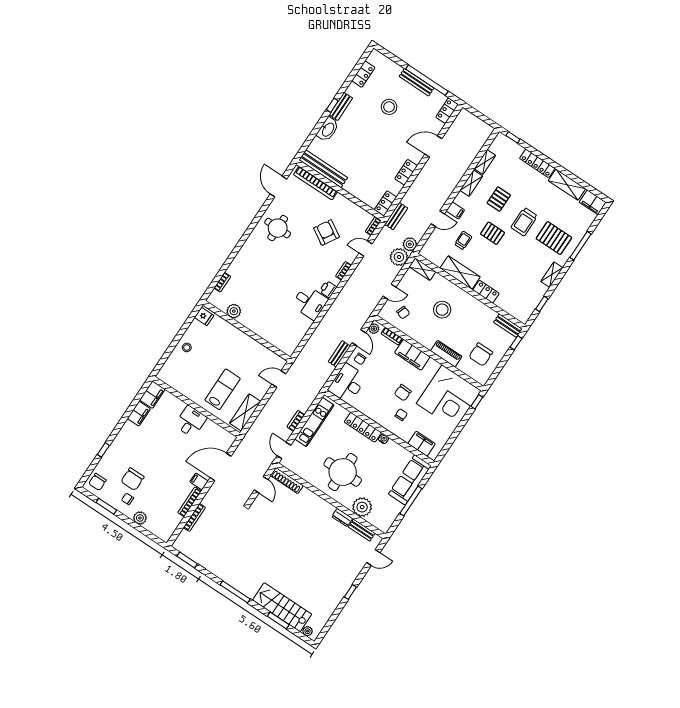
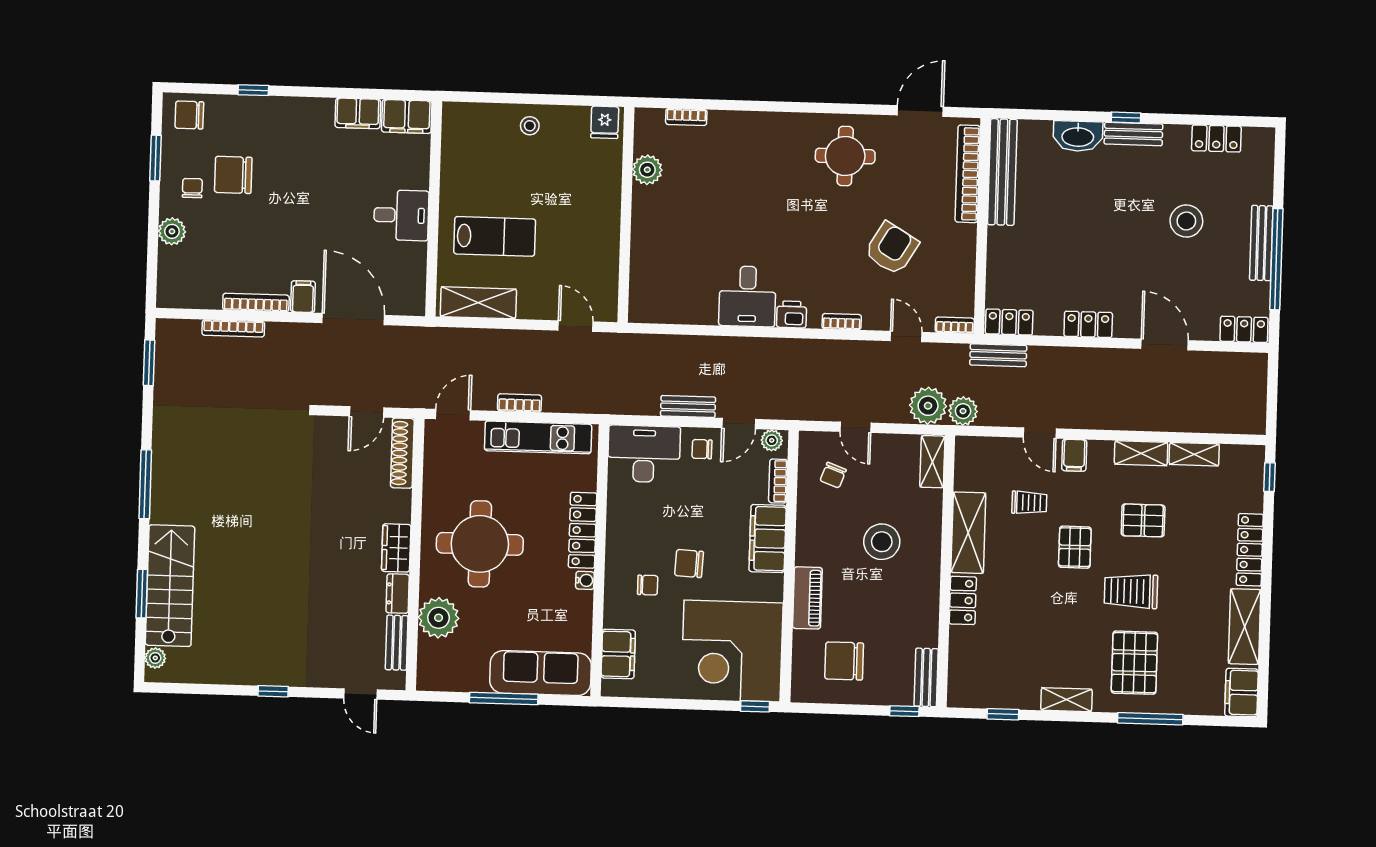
wardrobe: (323, 507) -> (396, 548), added

